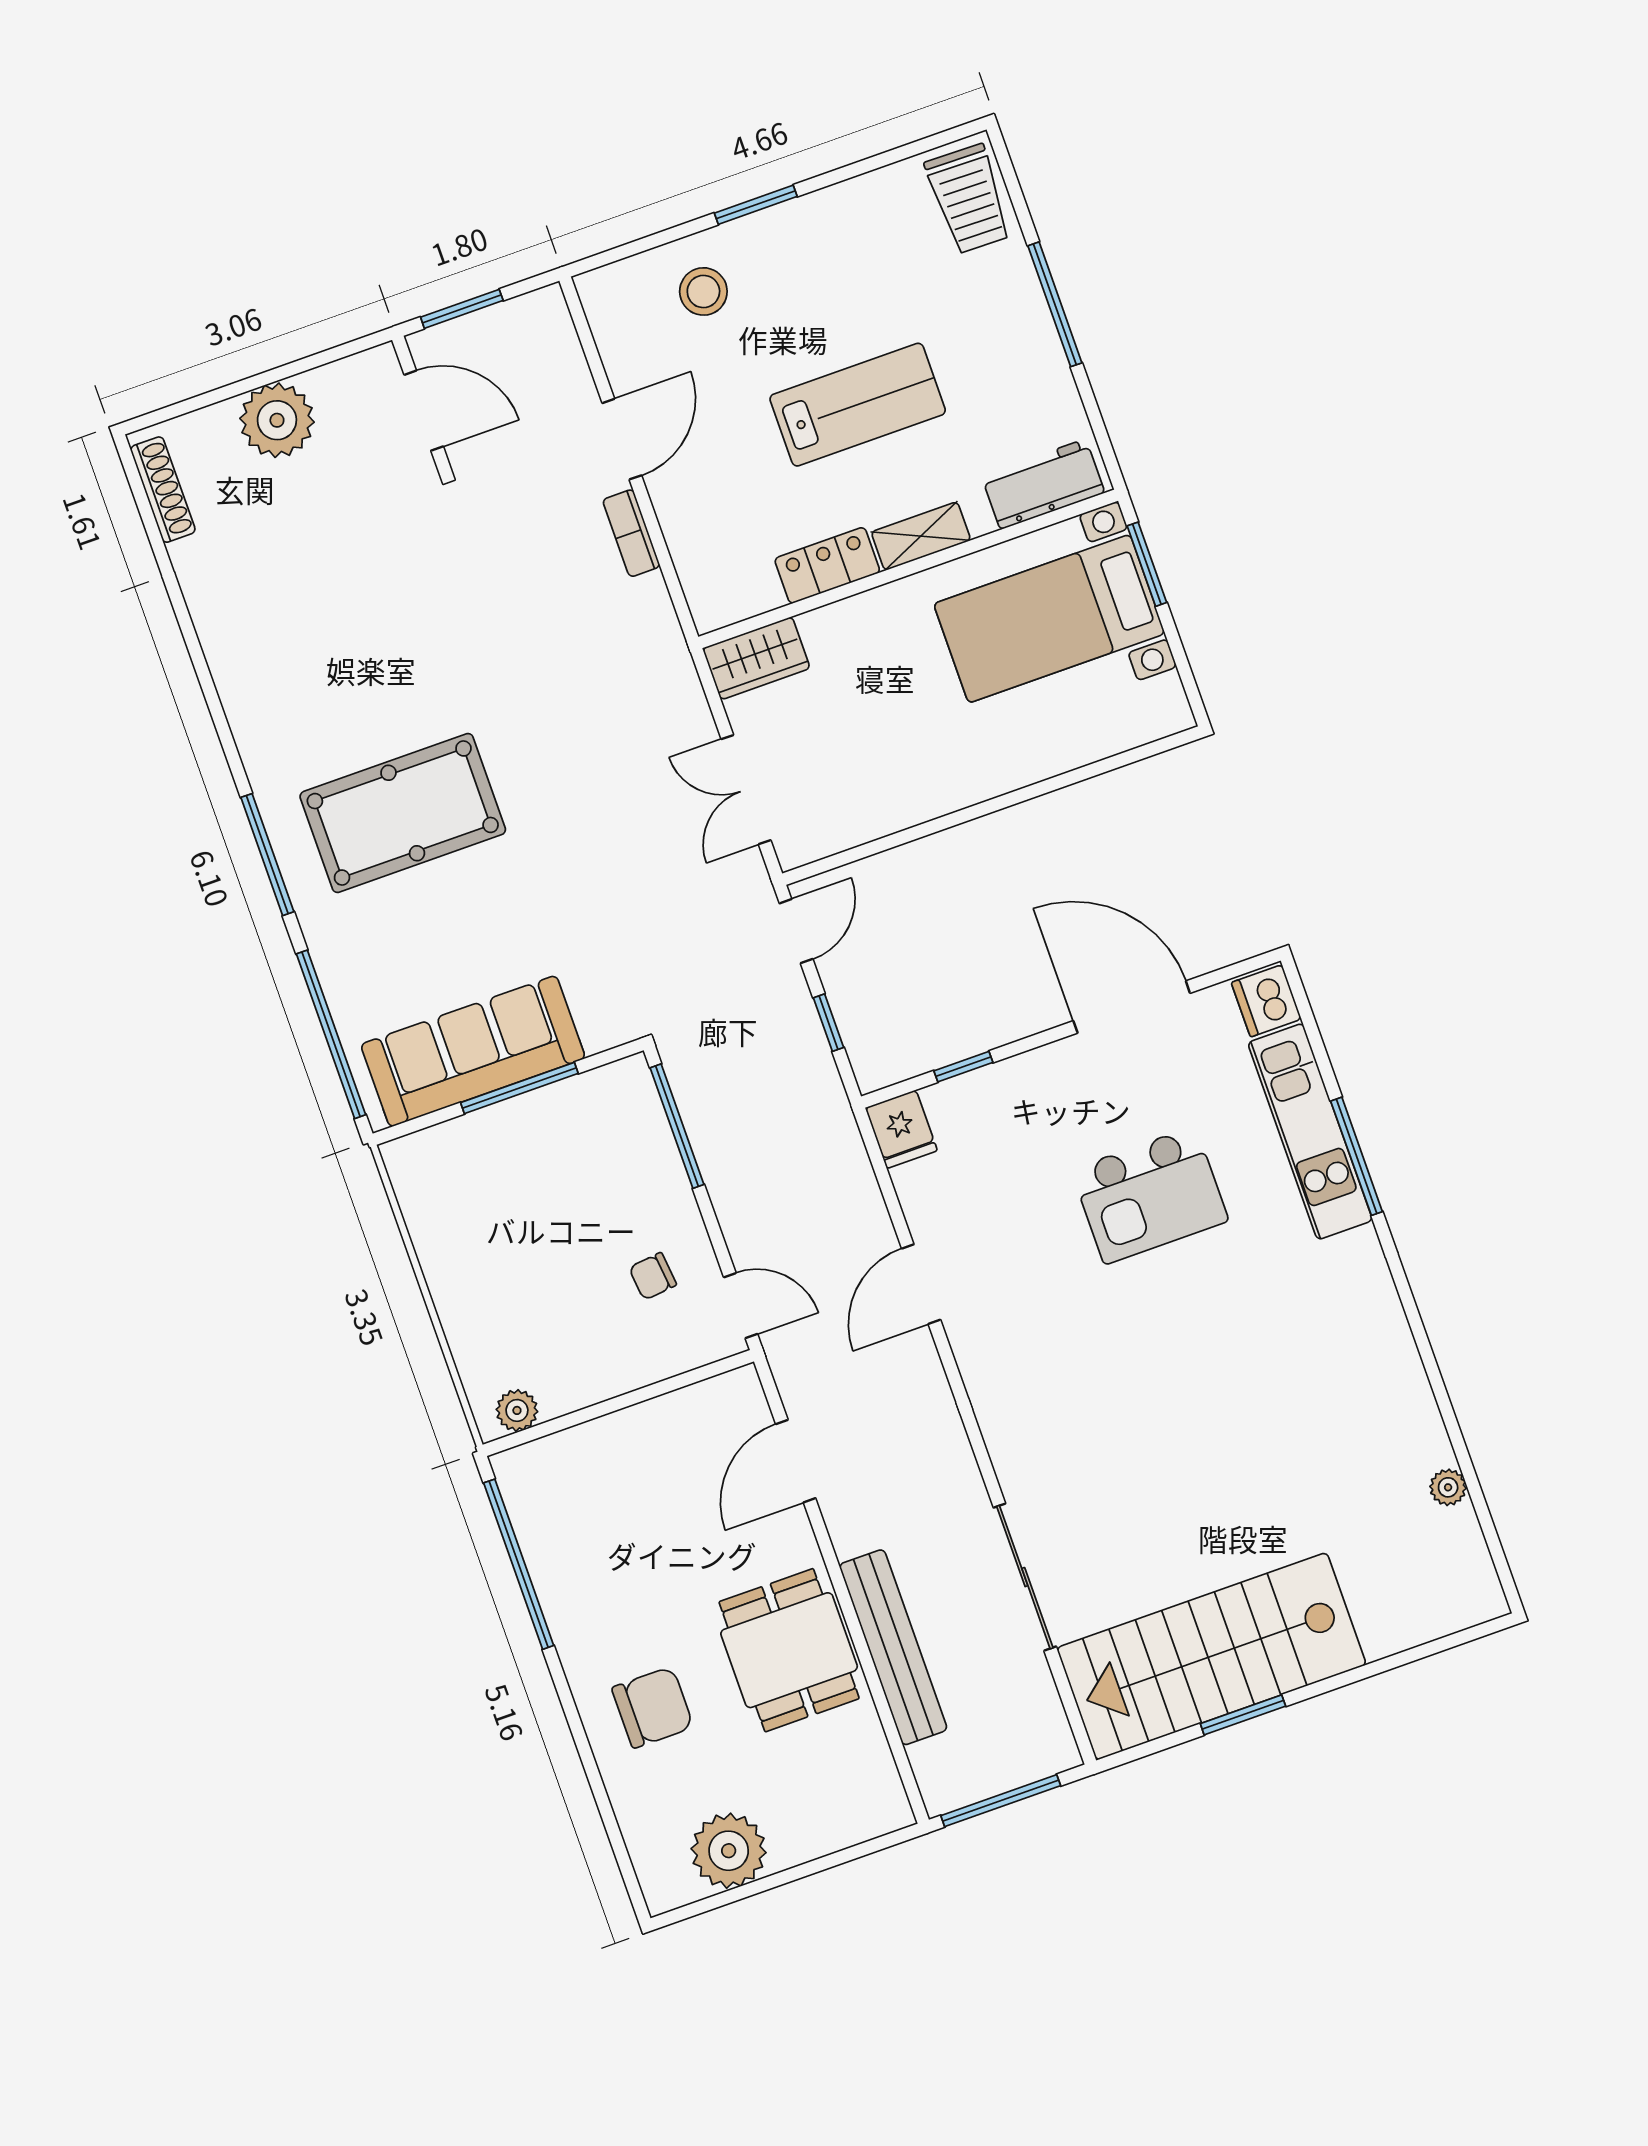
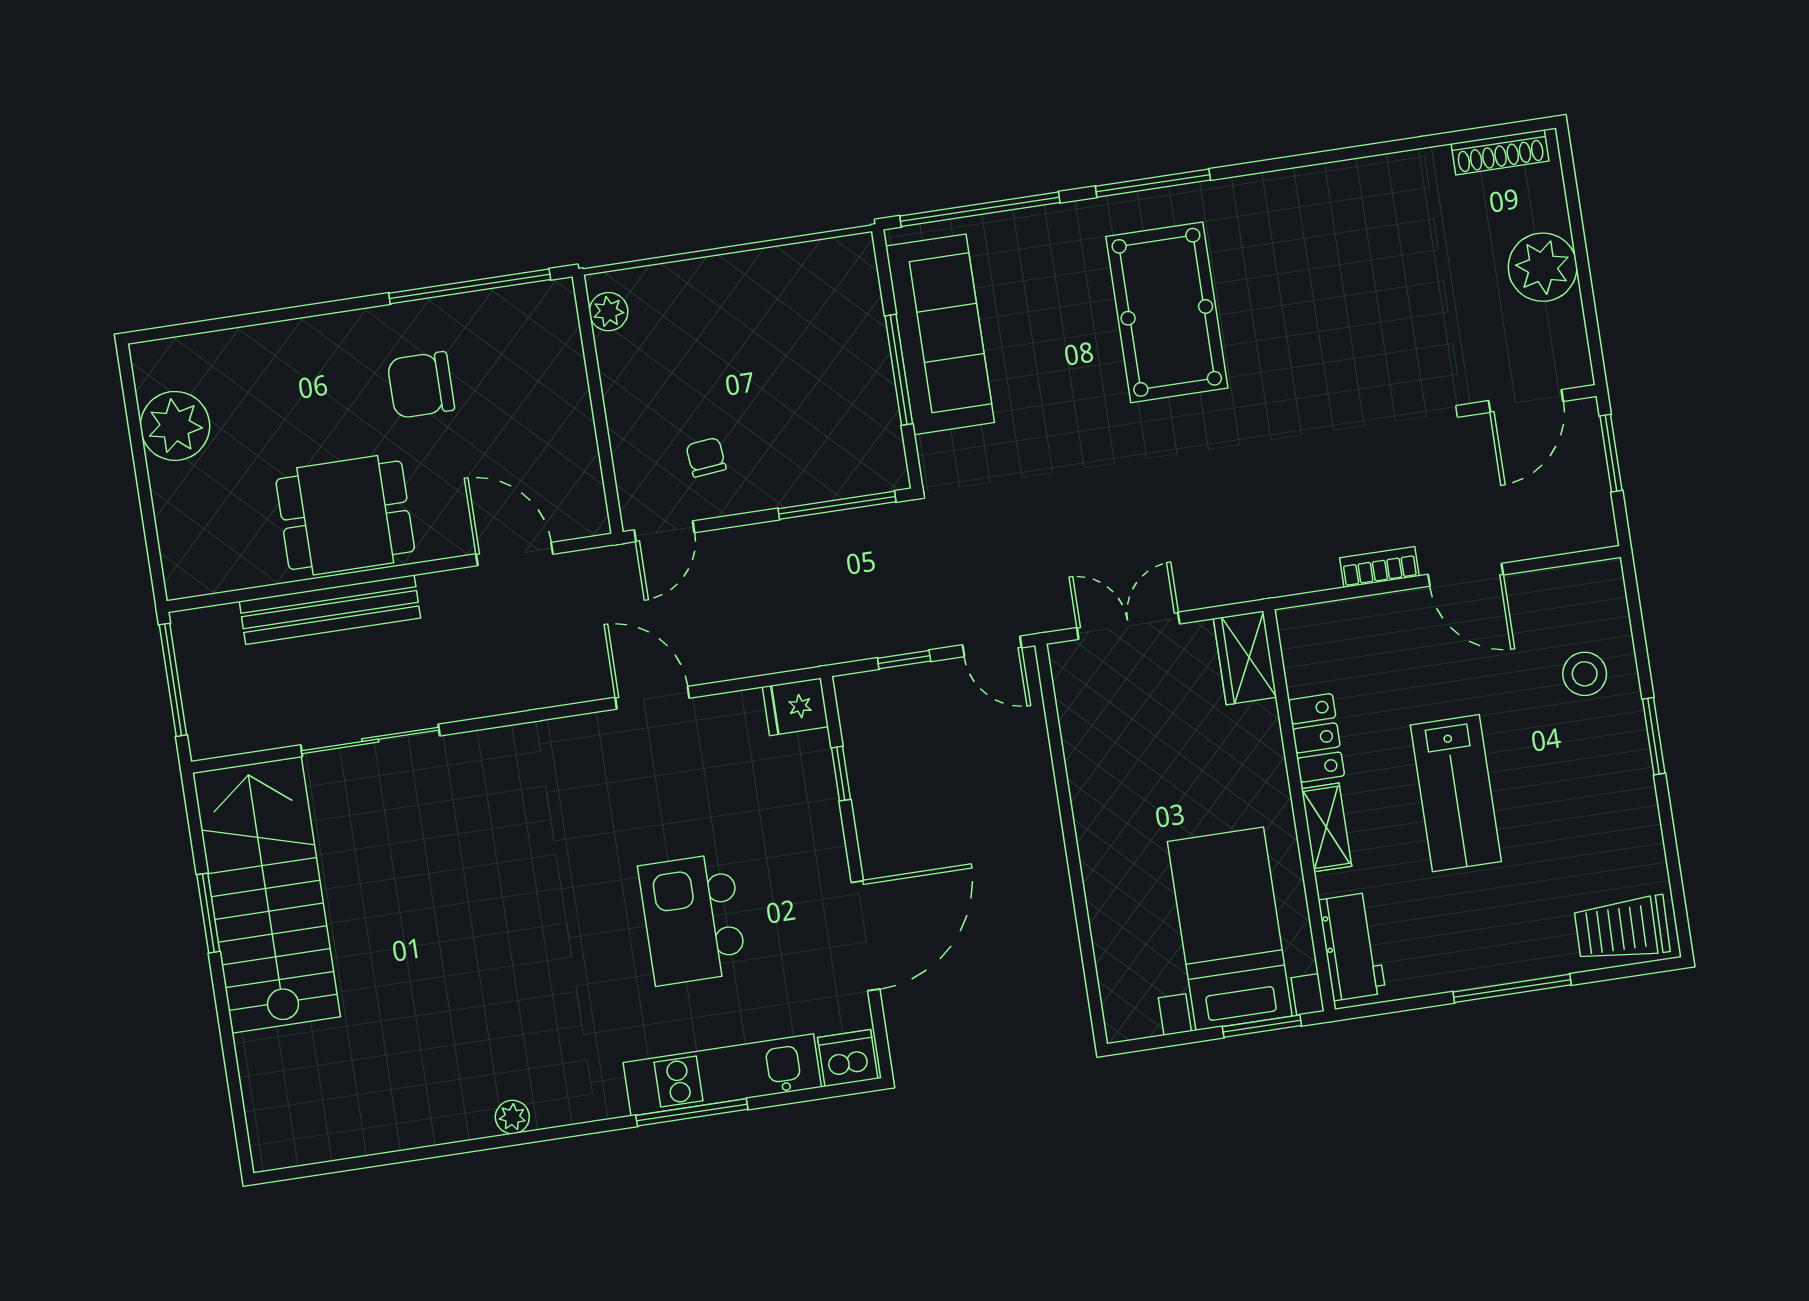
plant: (1448, 1487) -> (512, 1117), moved
chair: (653, 1707) -> (421, 385), moved, turned 90

